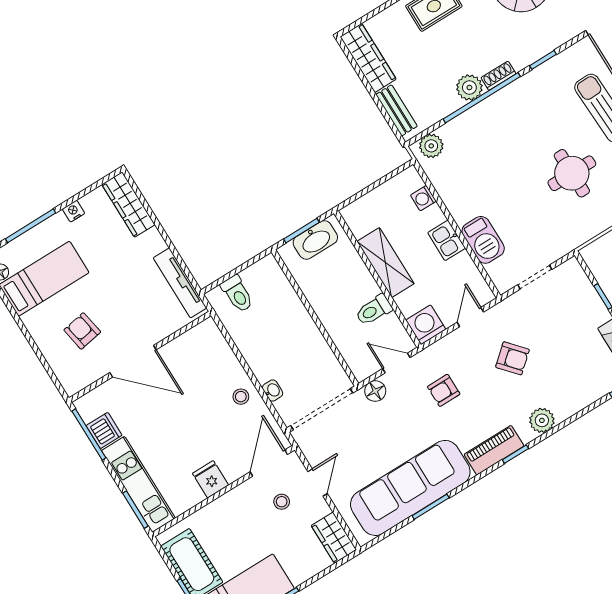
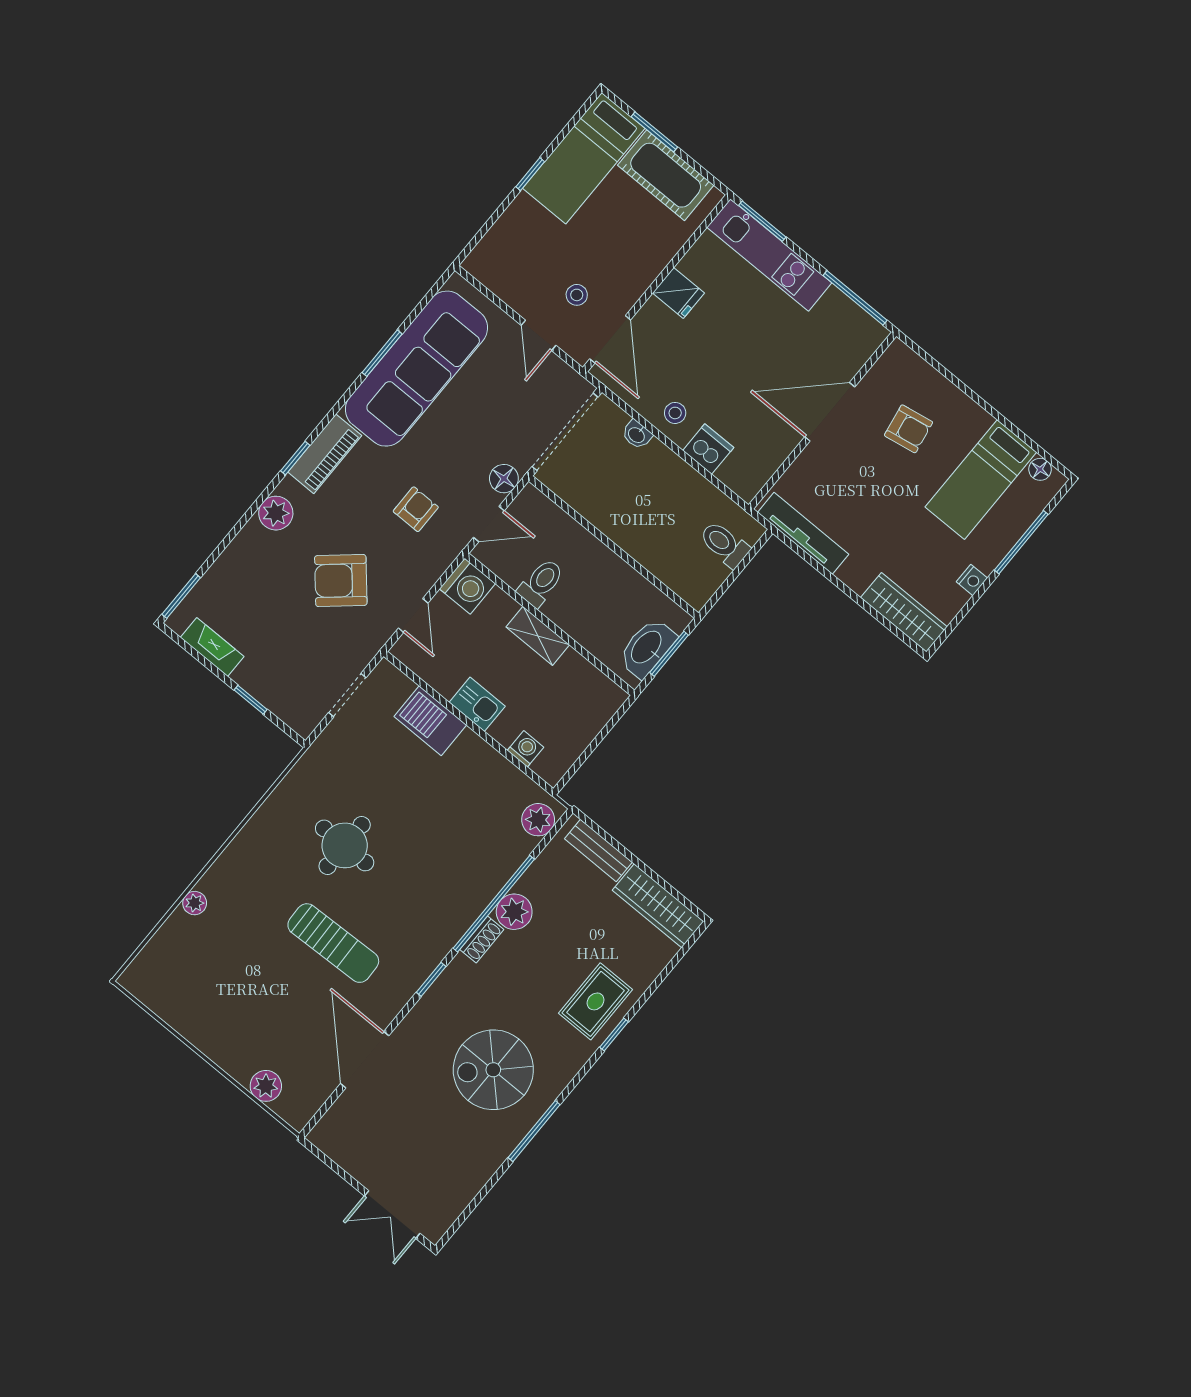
shelving: (385, 263) -> (538, 636), width x0.67, depth x0.75
armchair: (512, 358) -> (341, 581), width x1.38, depth x1.38
dishwasher: (104, 430) -> (708, 449), moved, turned 180
wardrobe: (334, 538) -> (494, 271), removed

